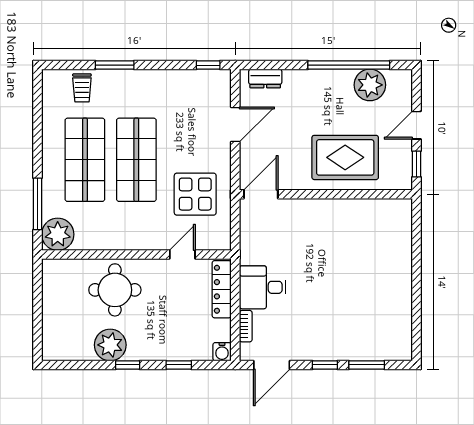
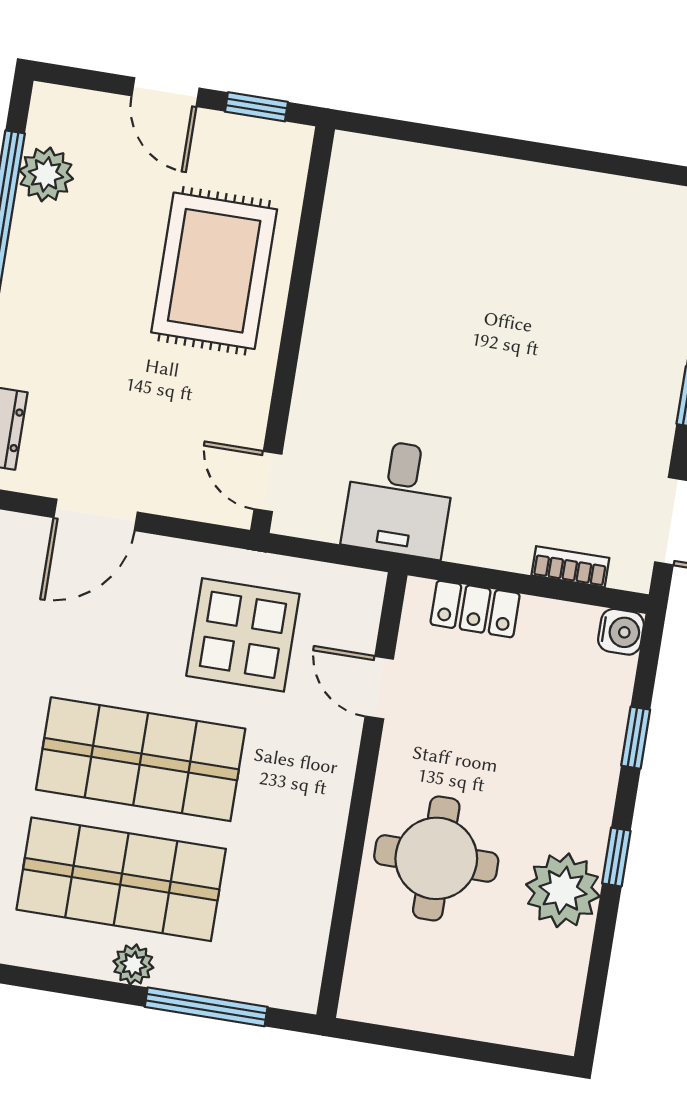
plant: (370, 85) -> (46, 174), width x0.73, depth x0.73
door: (235, 124) -> (96, 515), swing flipped
door: (261, 194) -> (268, 481), width x0.73
plant: (58, 234) -> (133, 964), moved, width x0.53, depth x0.53
desk: (263, 287) -> (399, 498), moved
locker: (222, 289) -> (475, 609), width x0.66

